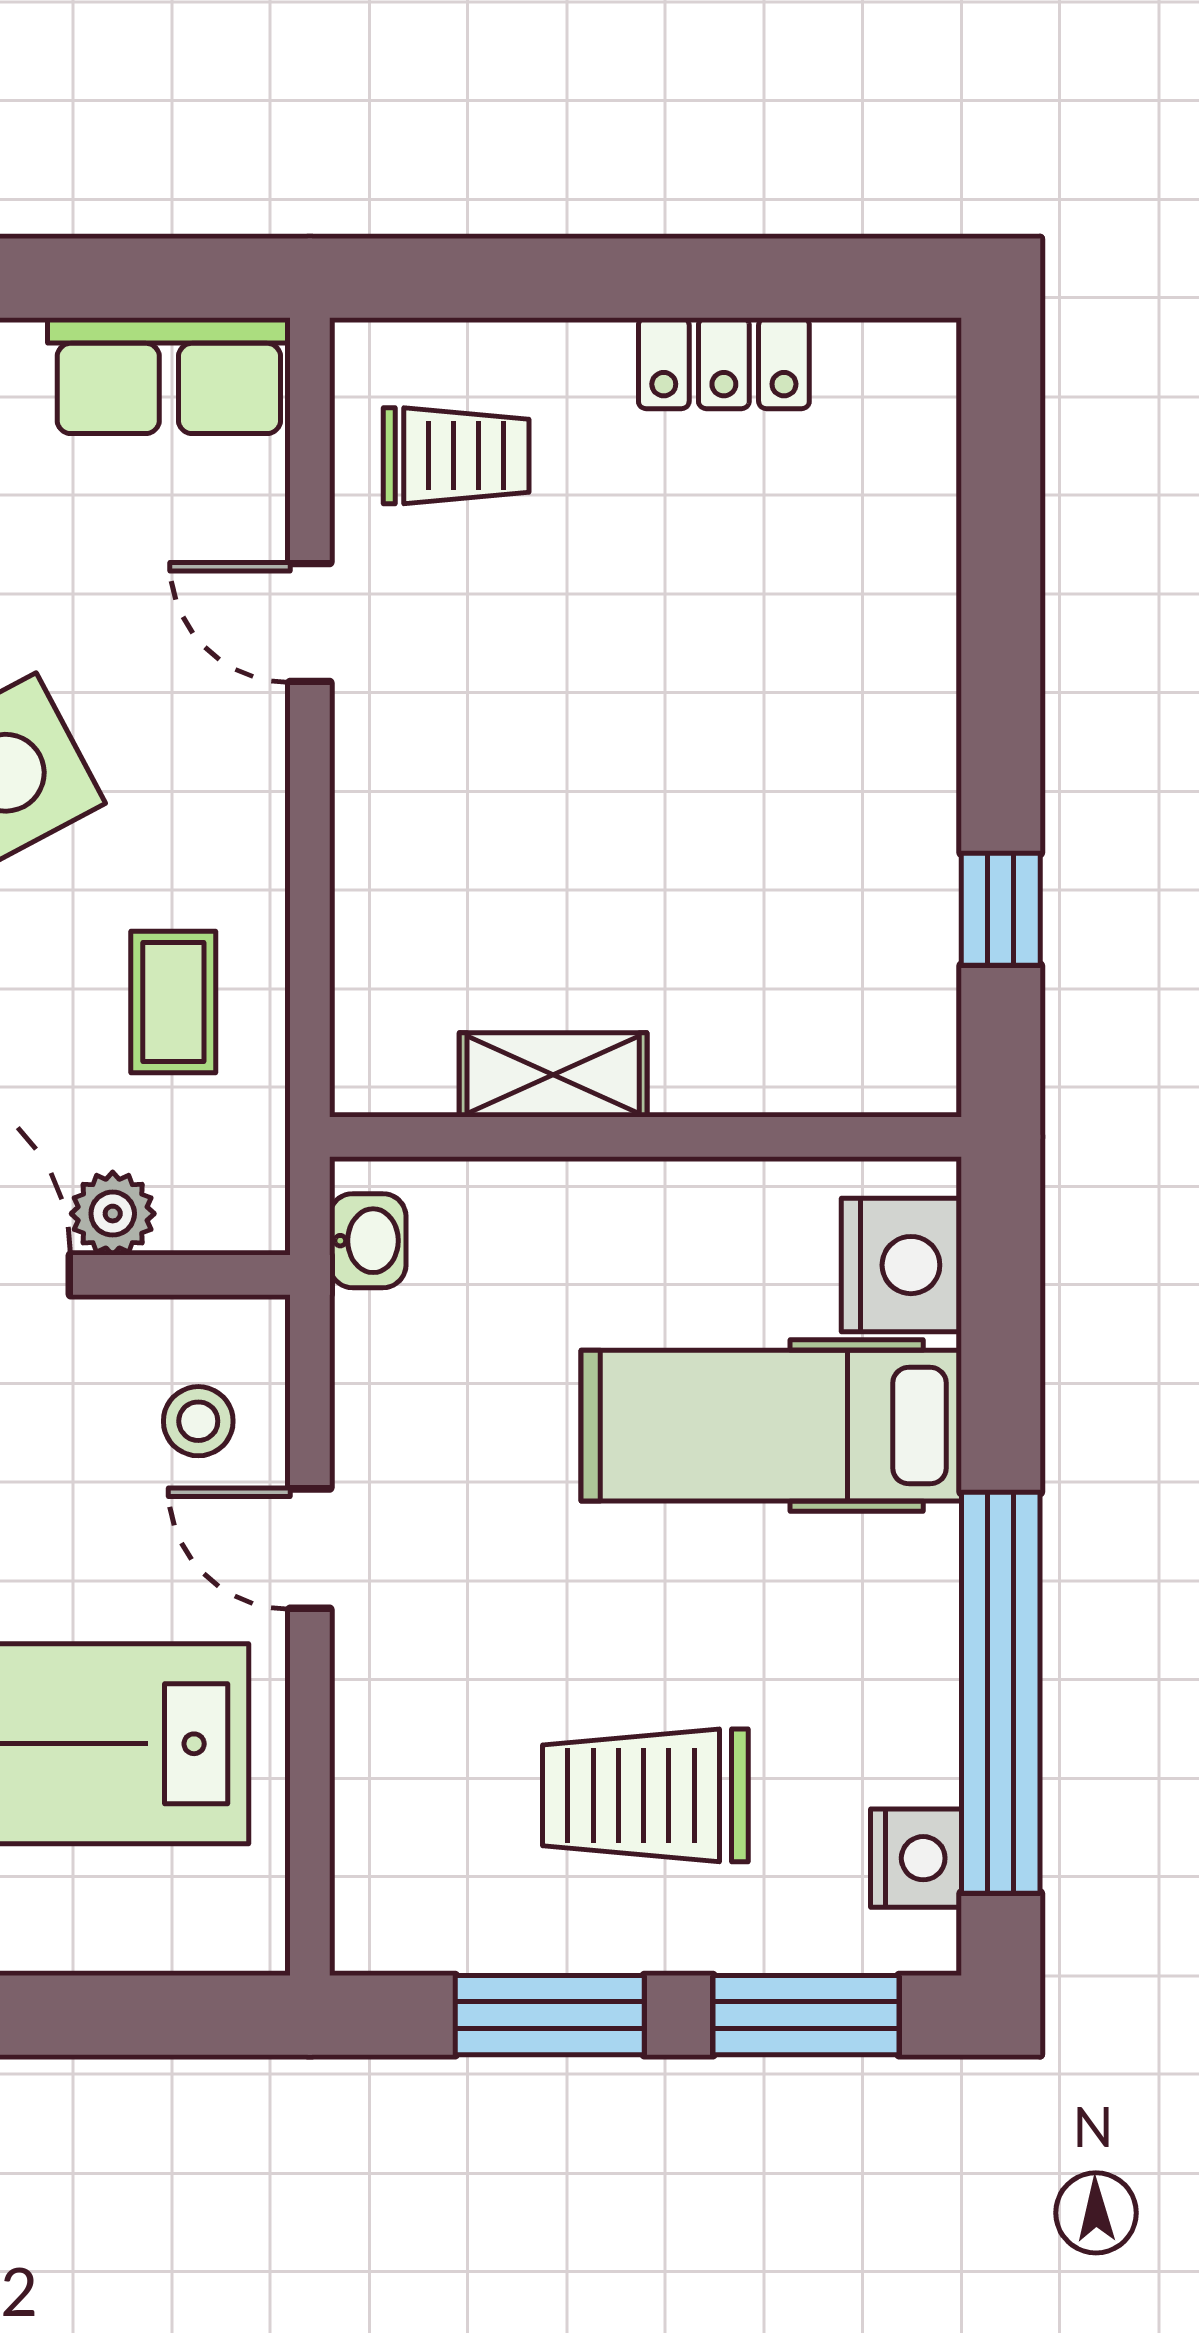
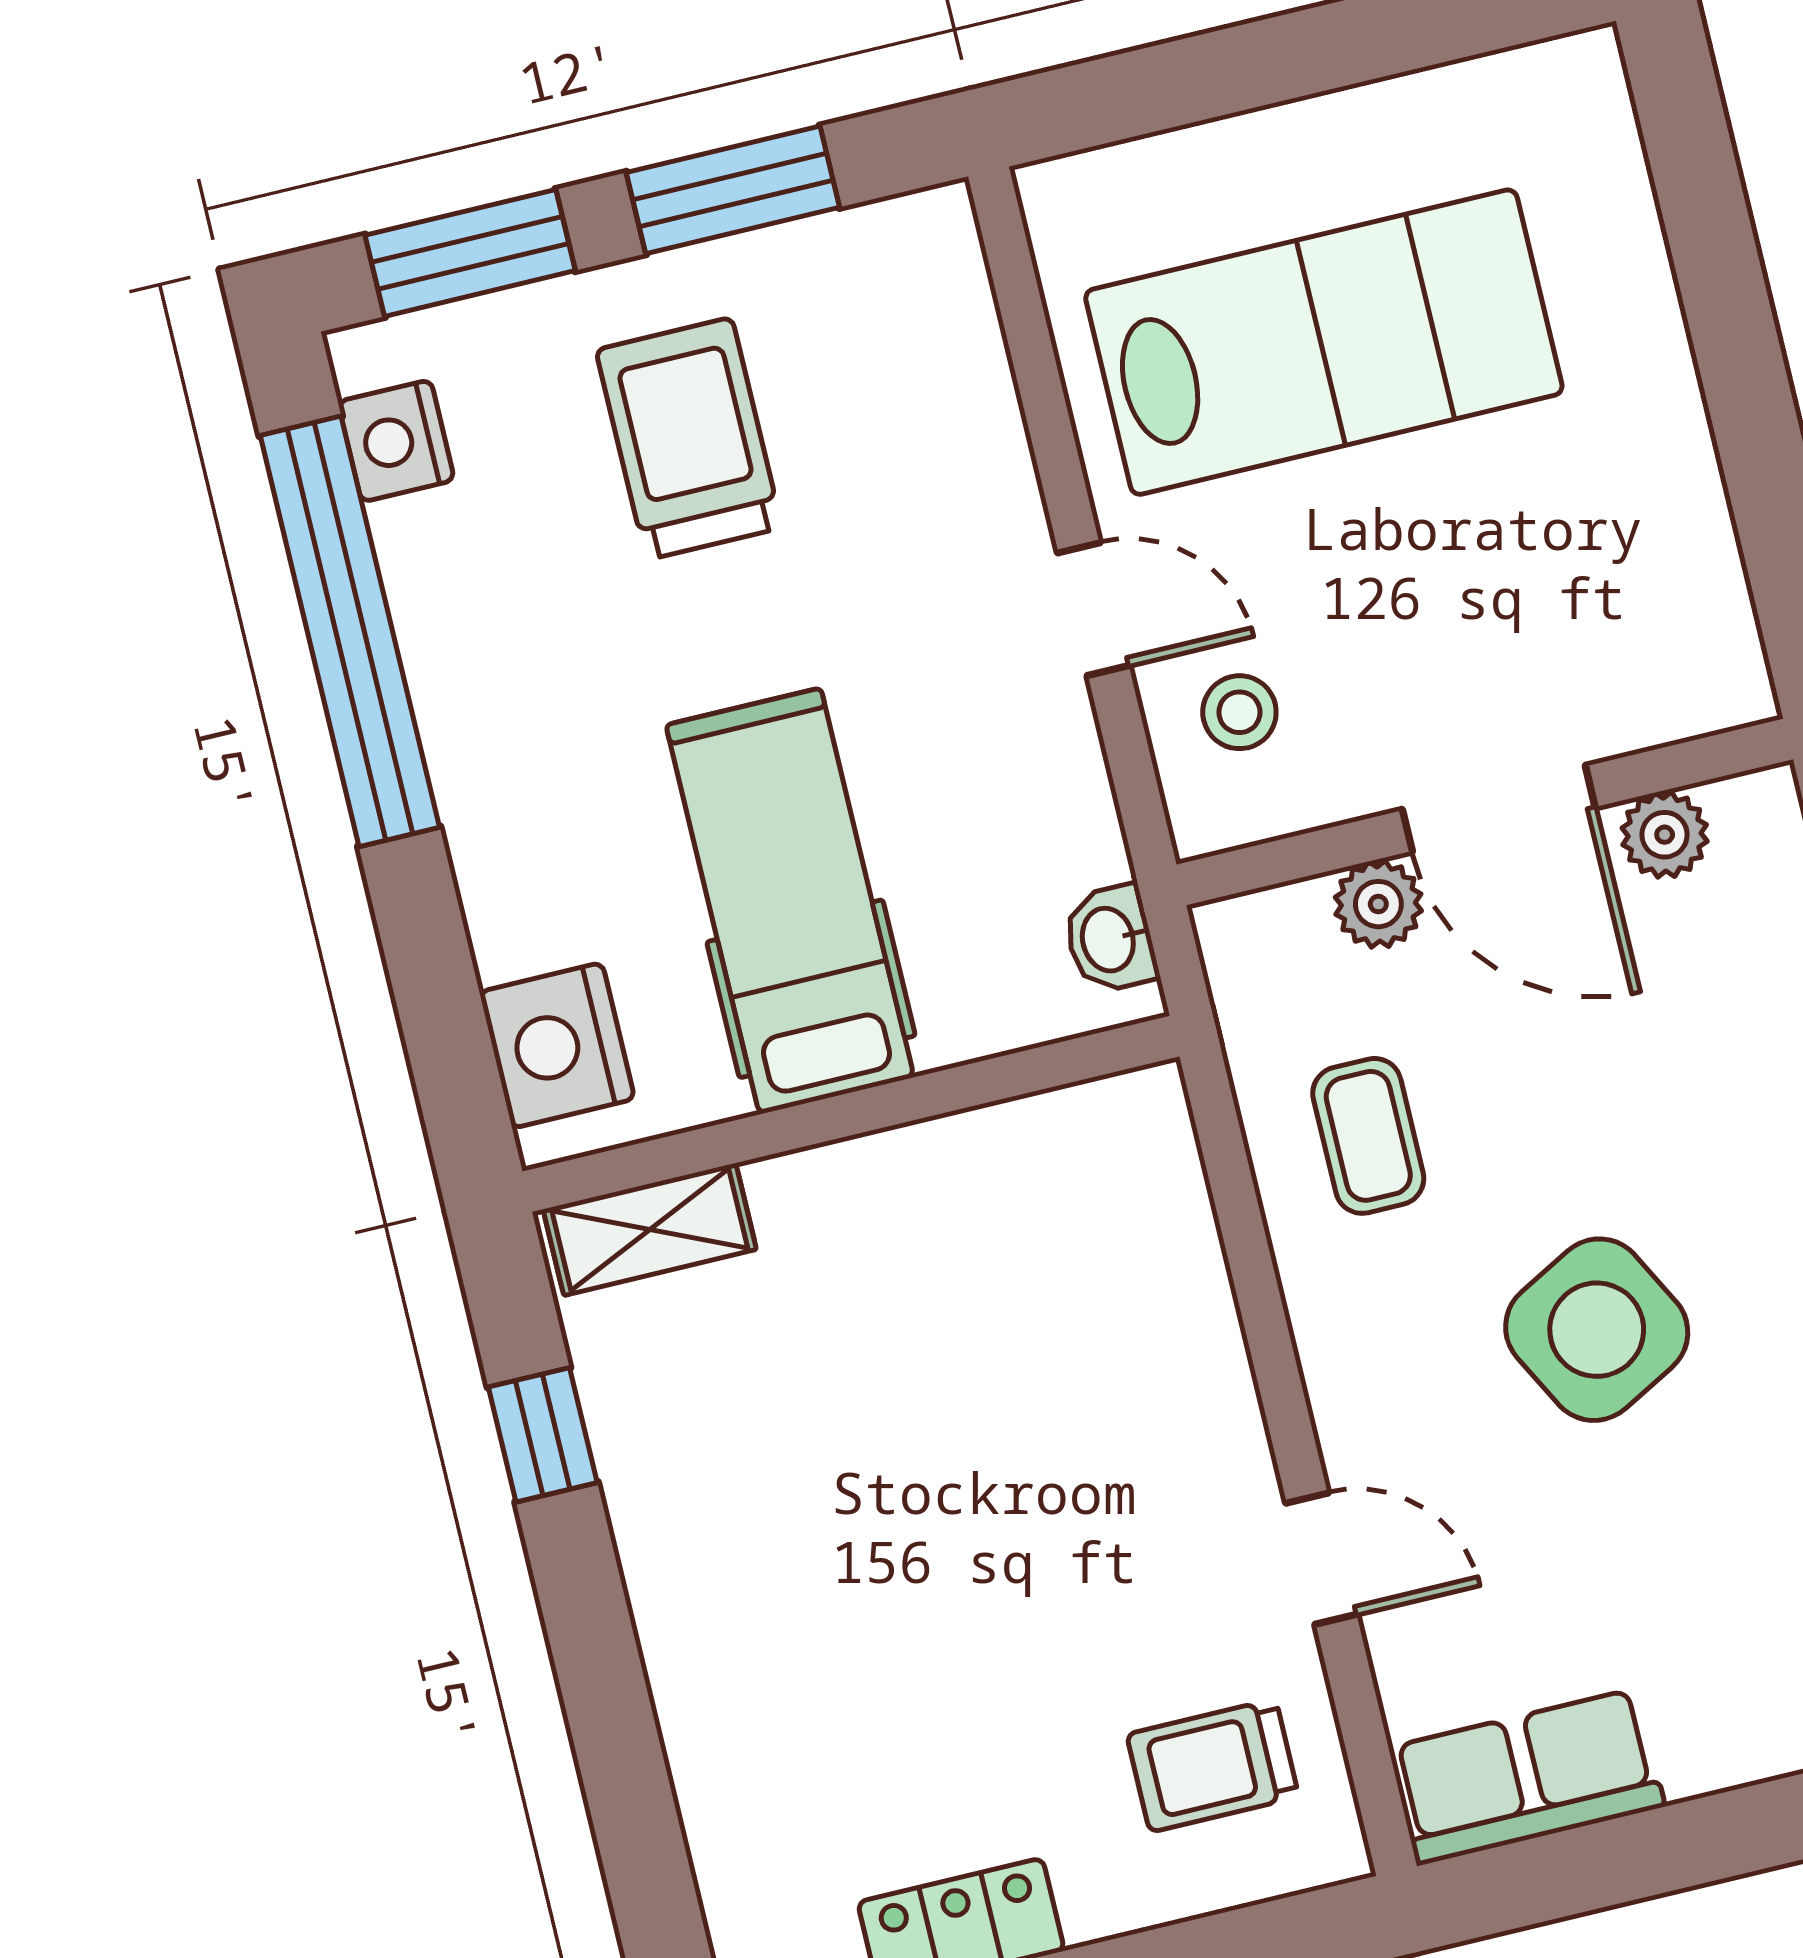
shelving: (553, 1075) -> (650, 1229), moved
hospital bed: (771, 1426) -> (790, 901), moved, turned -90
trolley: (645, 1795) -> (689, 439), turned -90

